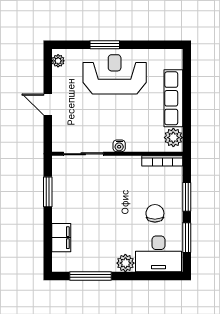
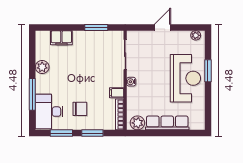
filing cabinet: (134, 165) -> (117, 93), added
plant: (125, 263) -> (42, 67), moved
window: (91, 276) -> (32, 94), moved

